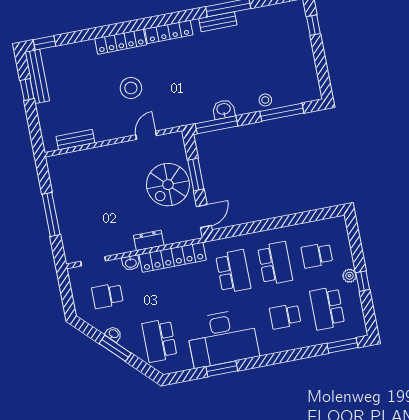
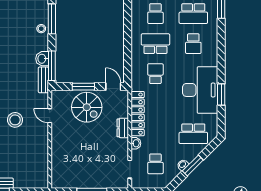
bench: (75, 140) -> (43, 80), moved
school desk: (233, 271) -> (155, 74), width x0.54

